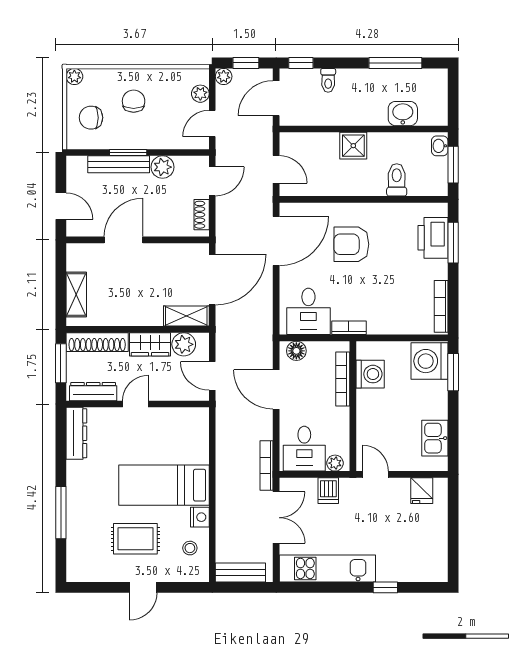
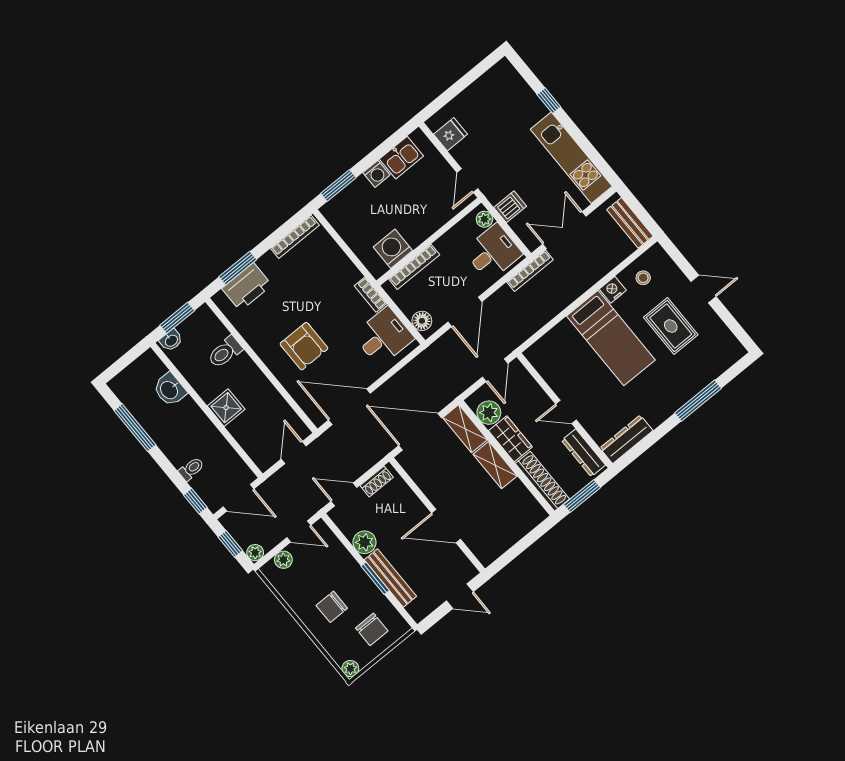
door: (61, 206) -> (460, 596), swing flipped
shelving: (76, 294) -> (495, 465), moved, turned 90
washing machine: (429, 361) -> (376, 174), moved, width x0.53, depth x0.53

